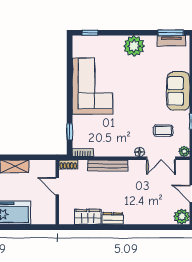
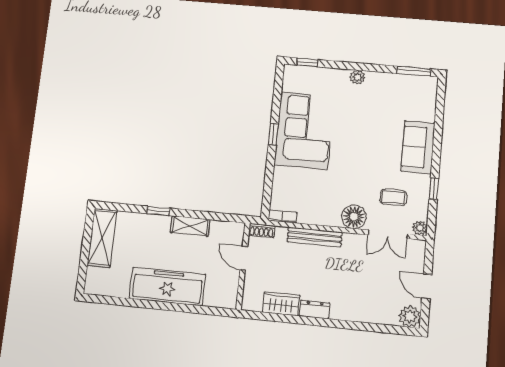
tv unit: (171, 41) -> (414, 82), removed
plant: (134, 46) -> (357, 77), width x0.53, depth x0.53
window: (70, 132) -> (273, 134), moved
floor lamp: (140, 152) -> (354, 217), width x1.89, depth x1.89

